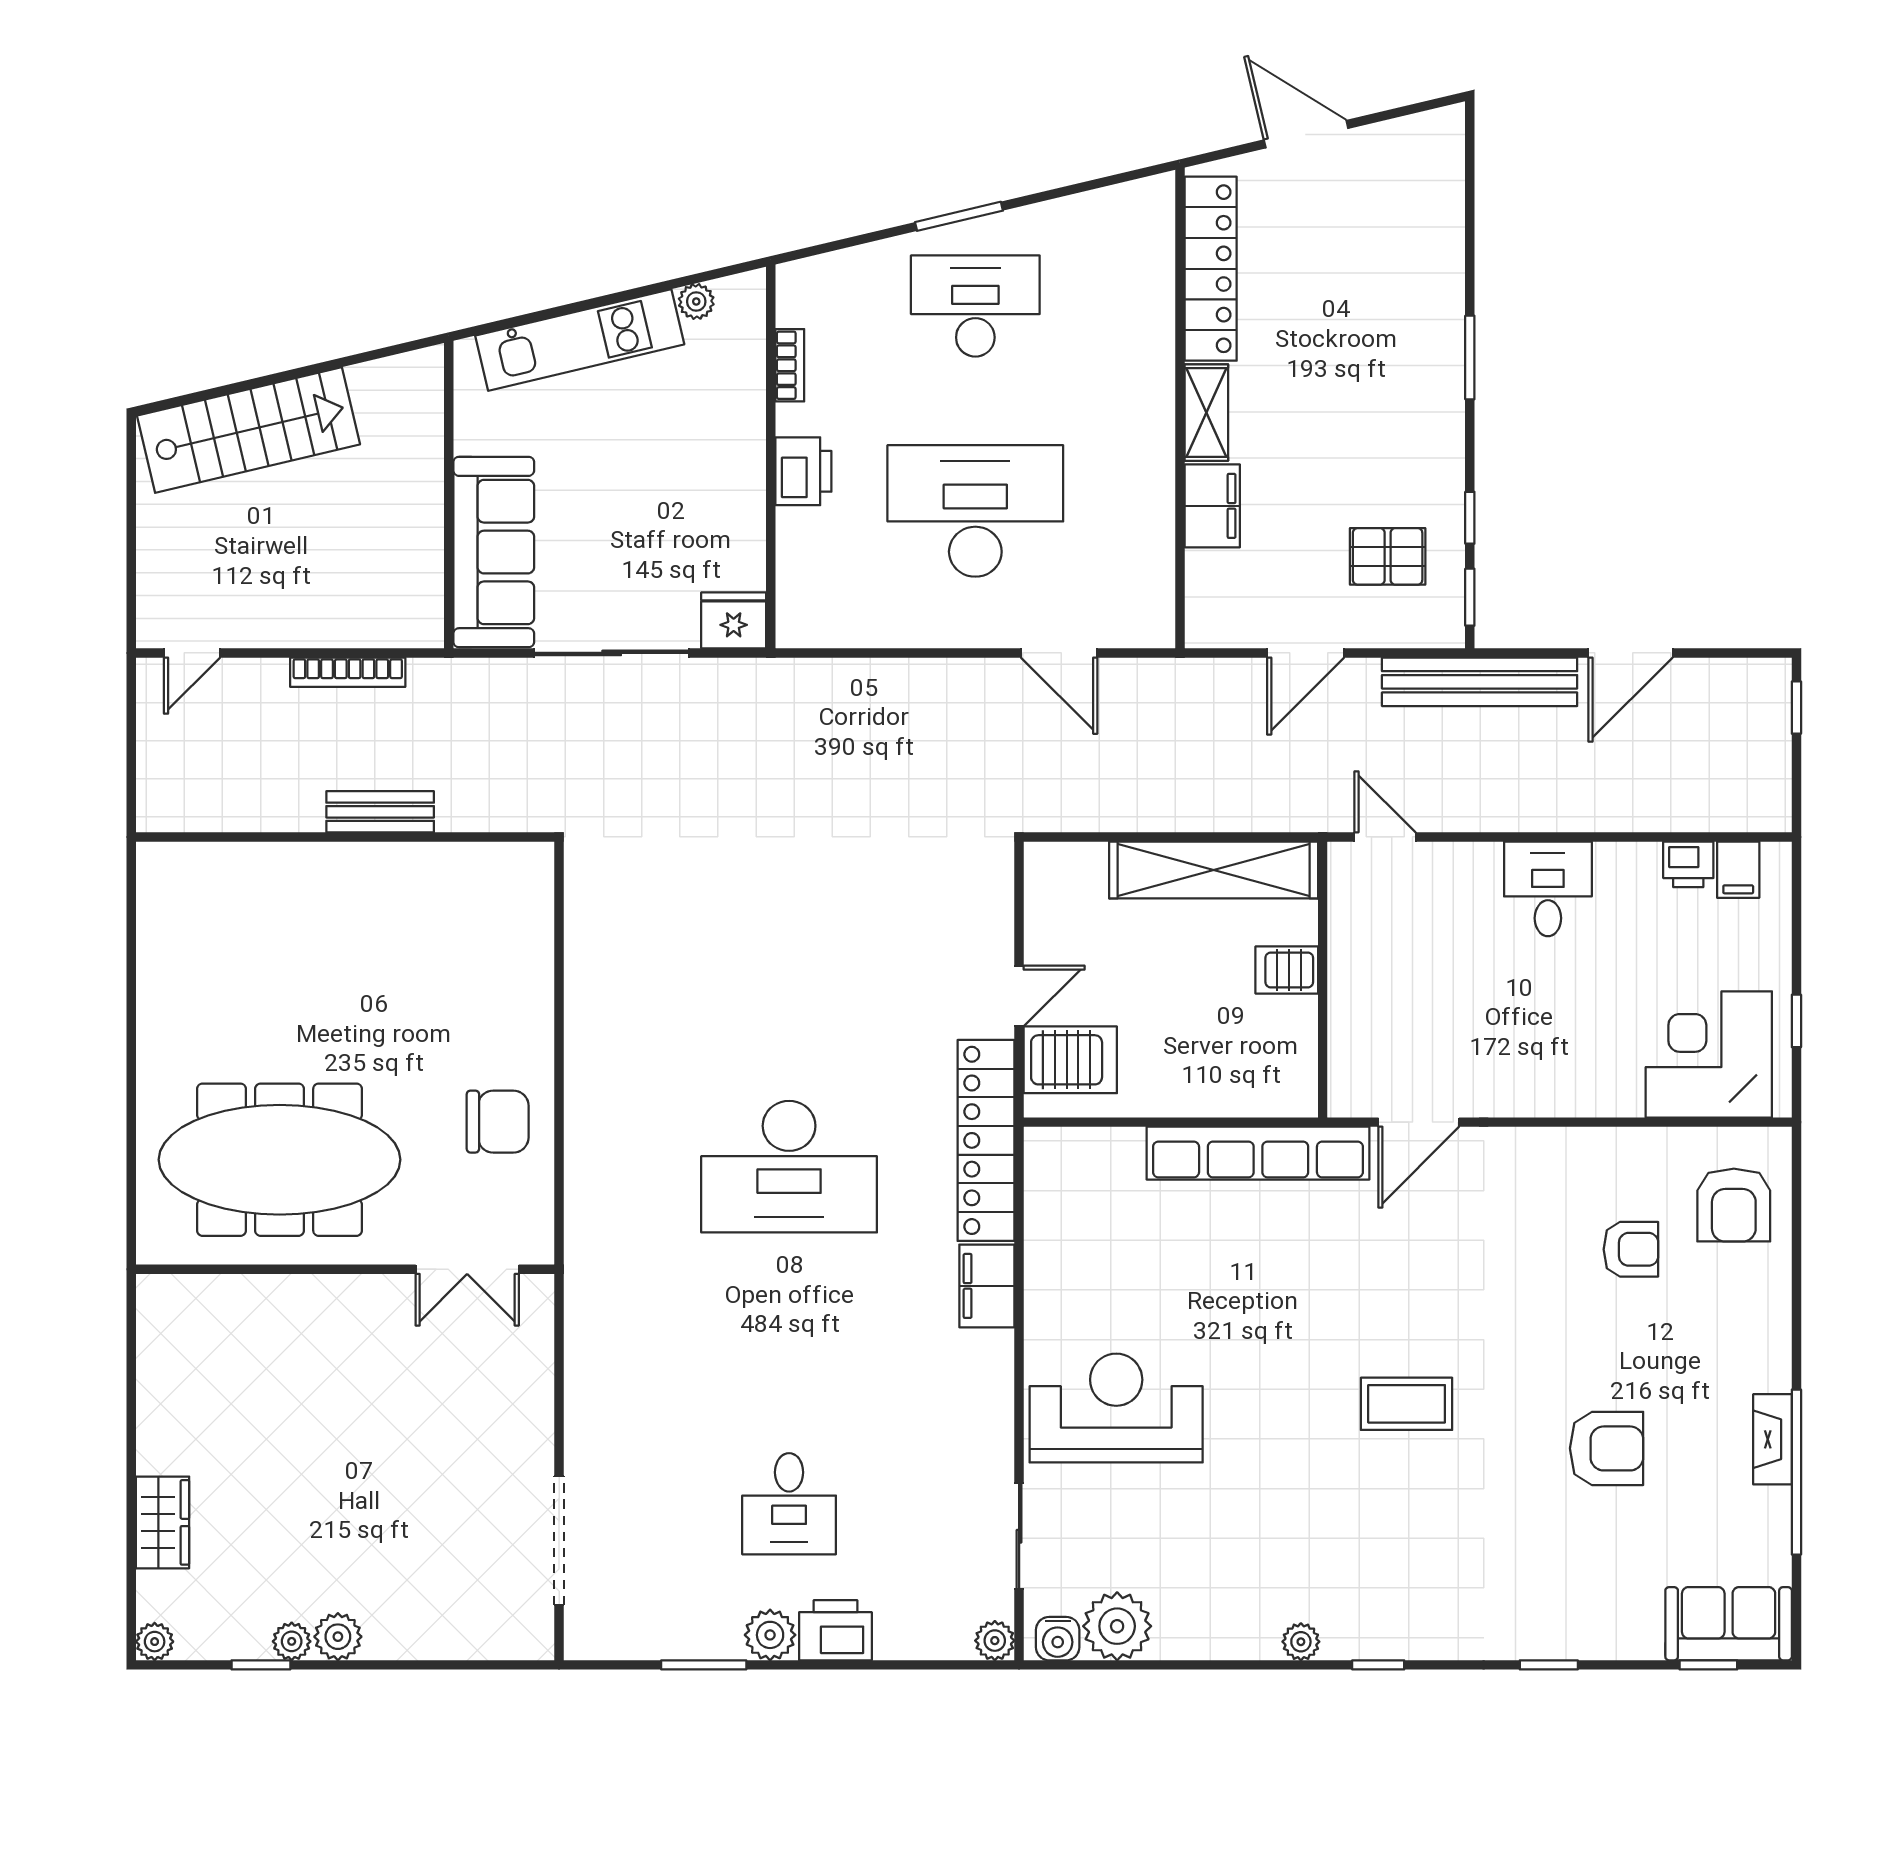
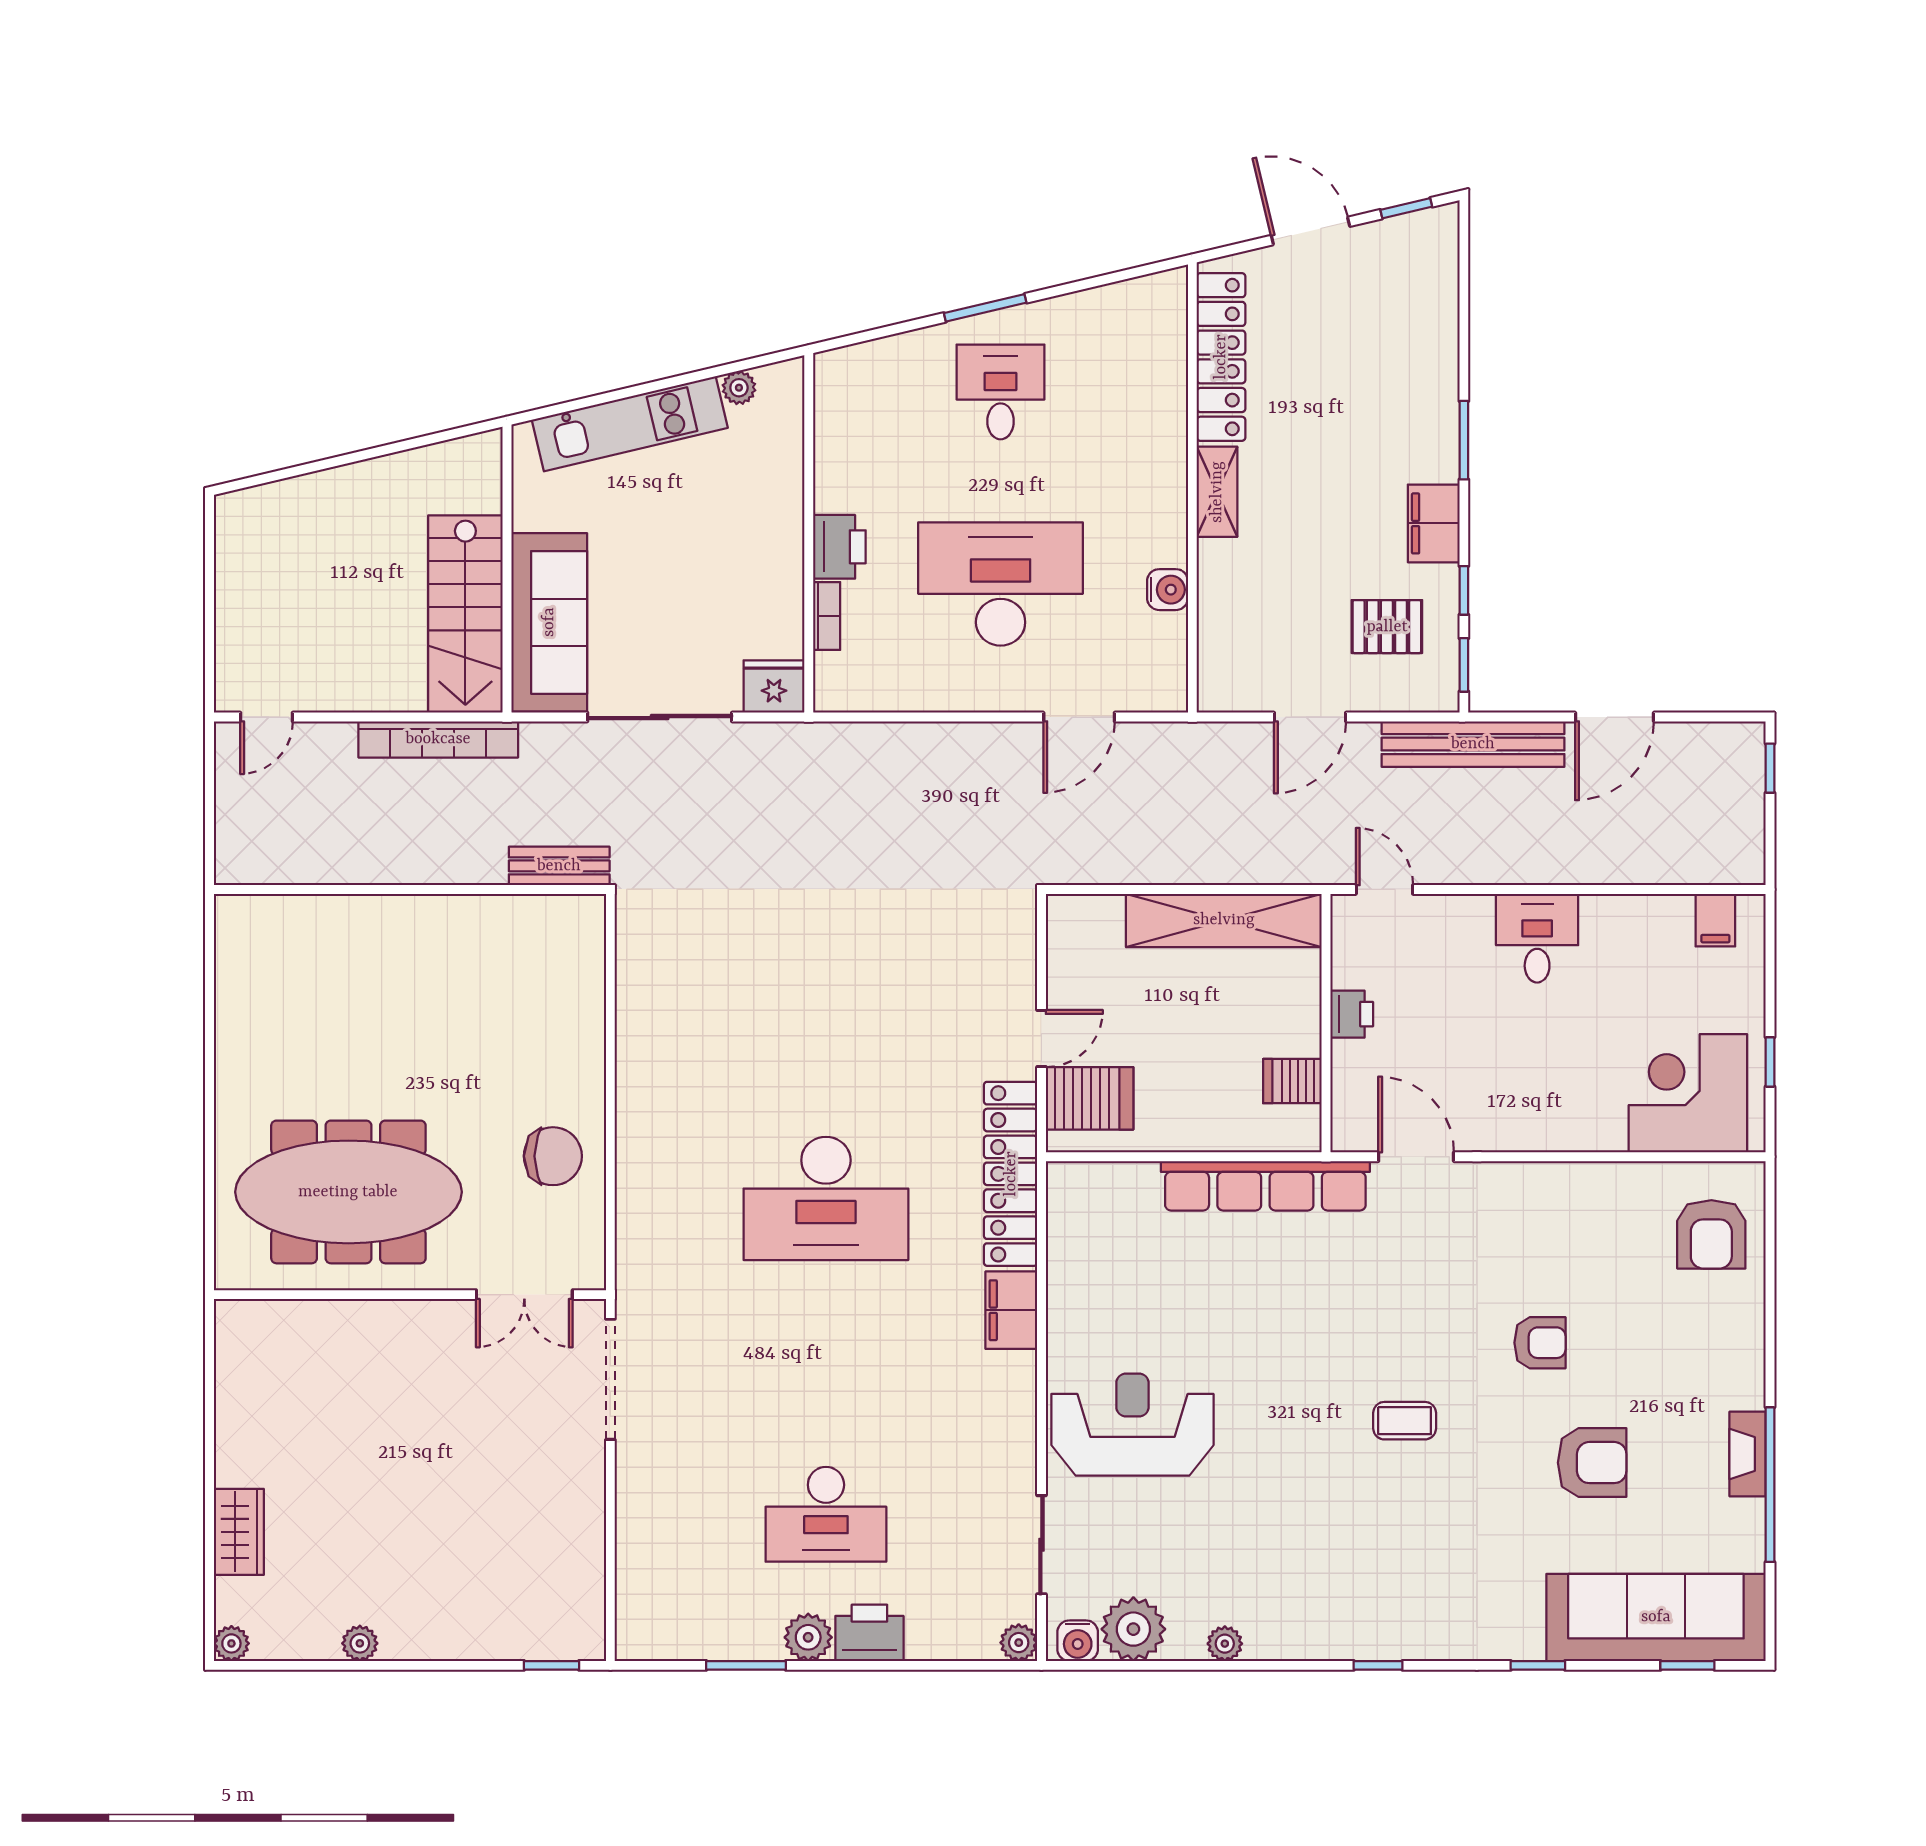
window: (1408, 110) -> (1406, 208), added
desk: (975, 306) -> (1001, 392), width x0.73
bookcase: (790, 365) -> (827, 616), moved
stairs: (248, 430) -> (465, 614), moved, turned 103
filing cabinet: (1212, 506) -> (1434, 523), moved, turned 180
water cooler: (1154, 517) -> (1168, 590), added
door: (1059, 653) -> (1079, 717), hinge flipped
bookcase: (348, 672) -> (438, 739), width x1.48, depth x1.31
bench: (380, 812) -> (559, 866), moved
printer: (1688, 864) -> (1352, 1014), moved, turned -90
server rack: (1287, 970) -> (1292, 1081), moved
door: (1419, 1122) -> (1416, 1157), swing flipped
armchair: (1631, 1249) -> (1540, 1343), moved
coffee table: (1407, 1404) -> (1405, 1421), width x0.73, depth x0.77
desk: (789, 1504) -> (826, 1514), width x1.37
doorway: (559, 1541) -> (610, 1379), moved
sofa: (1729, 1624) -> (1656, 1617), width x1.85, depth x1.27
plant: (338, 1637) -> (403, 1639), removed
plant: (1301, 1642) -> (1225, 1644), moved
window: (261, 1665) -> (552, 1665), moved

